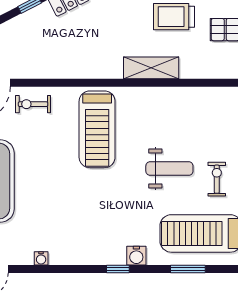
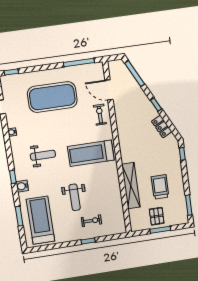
shelving: (151, 68) -> (131, 186), width x1.47
exercise bike: (217, 179) -> (92, 221), moved
weight bench: (88, 212) -> (43, 155), added

